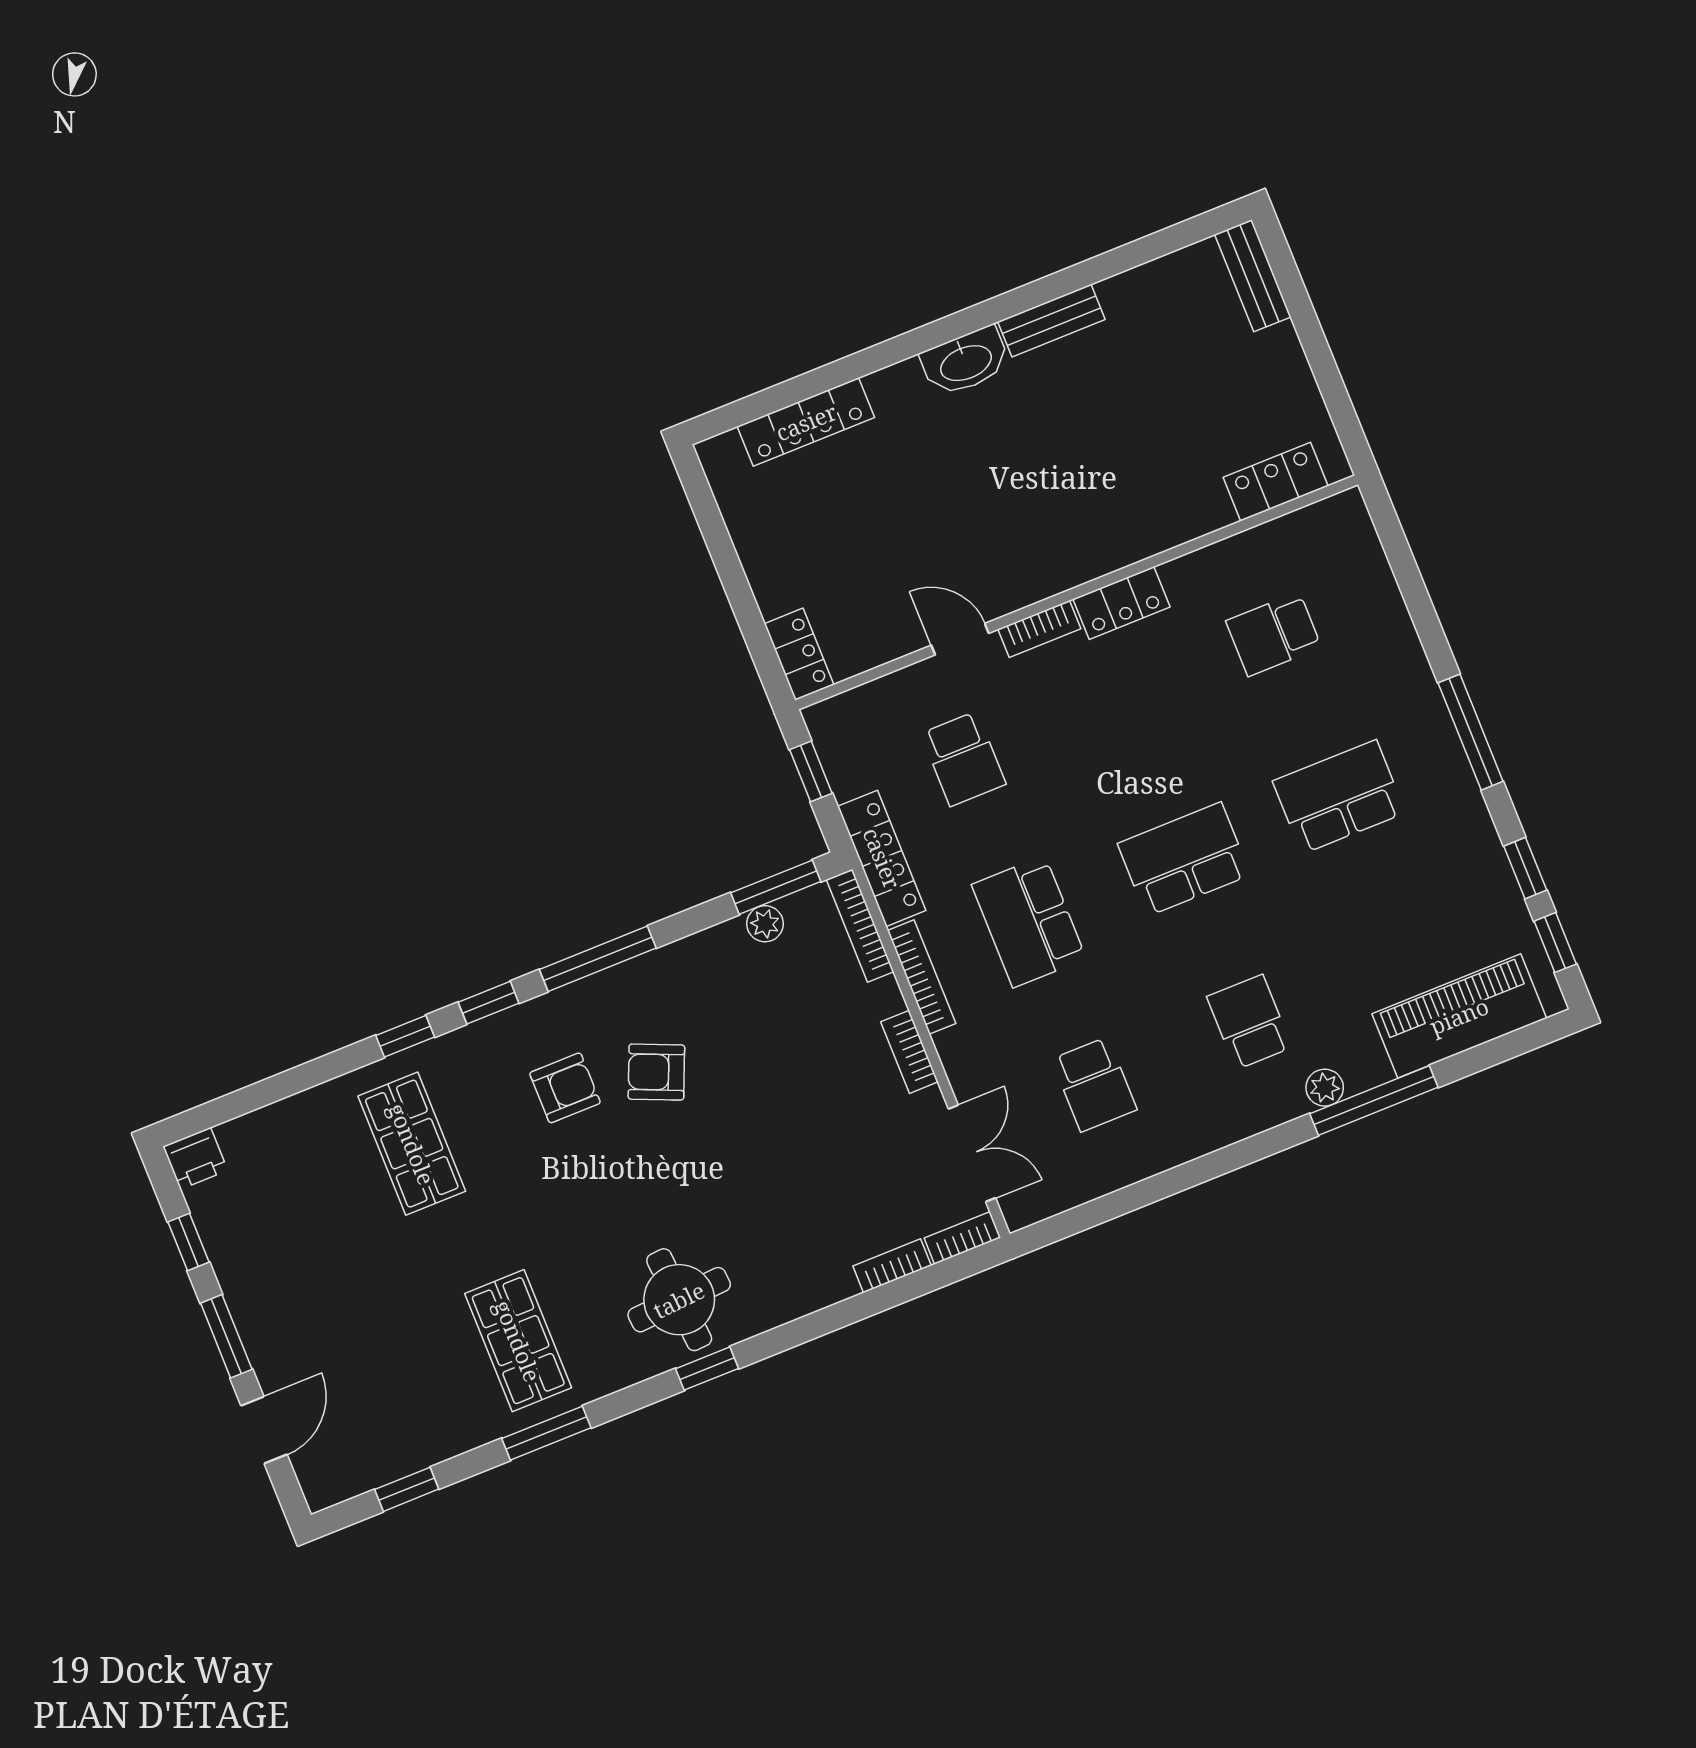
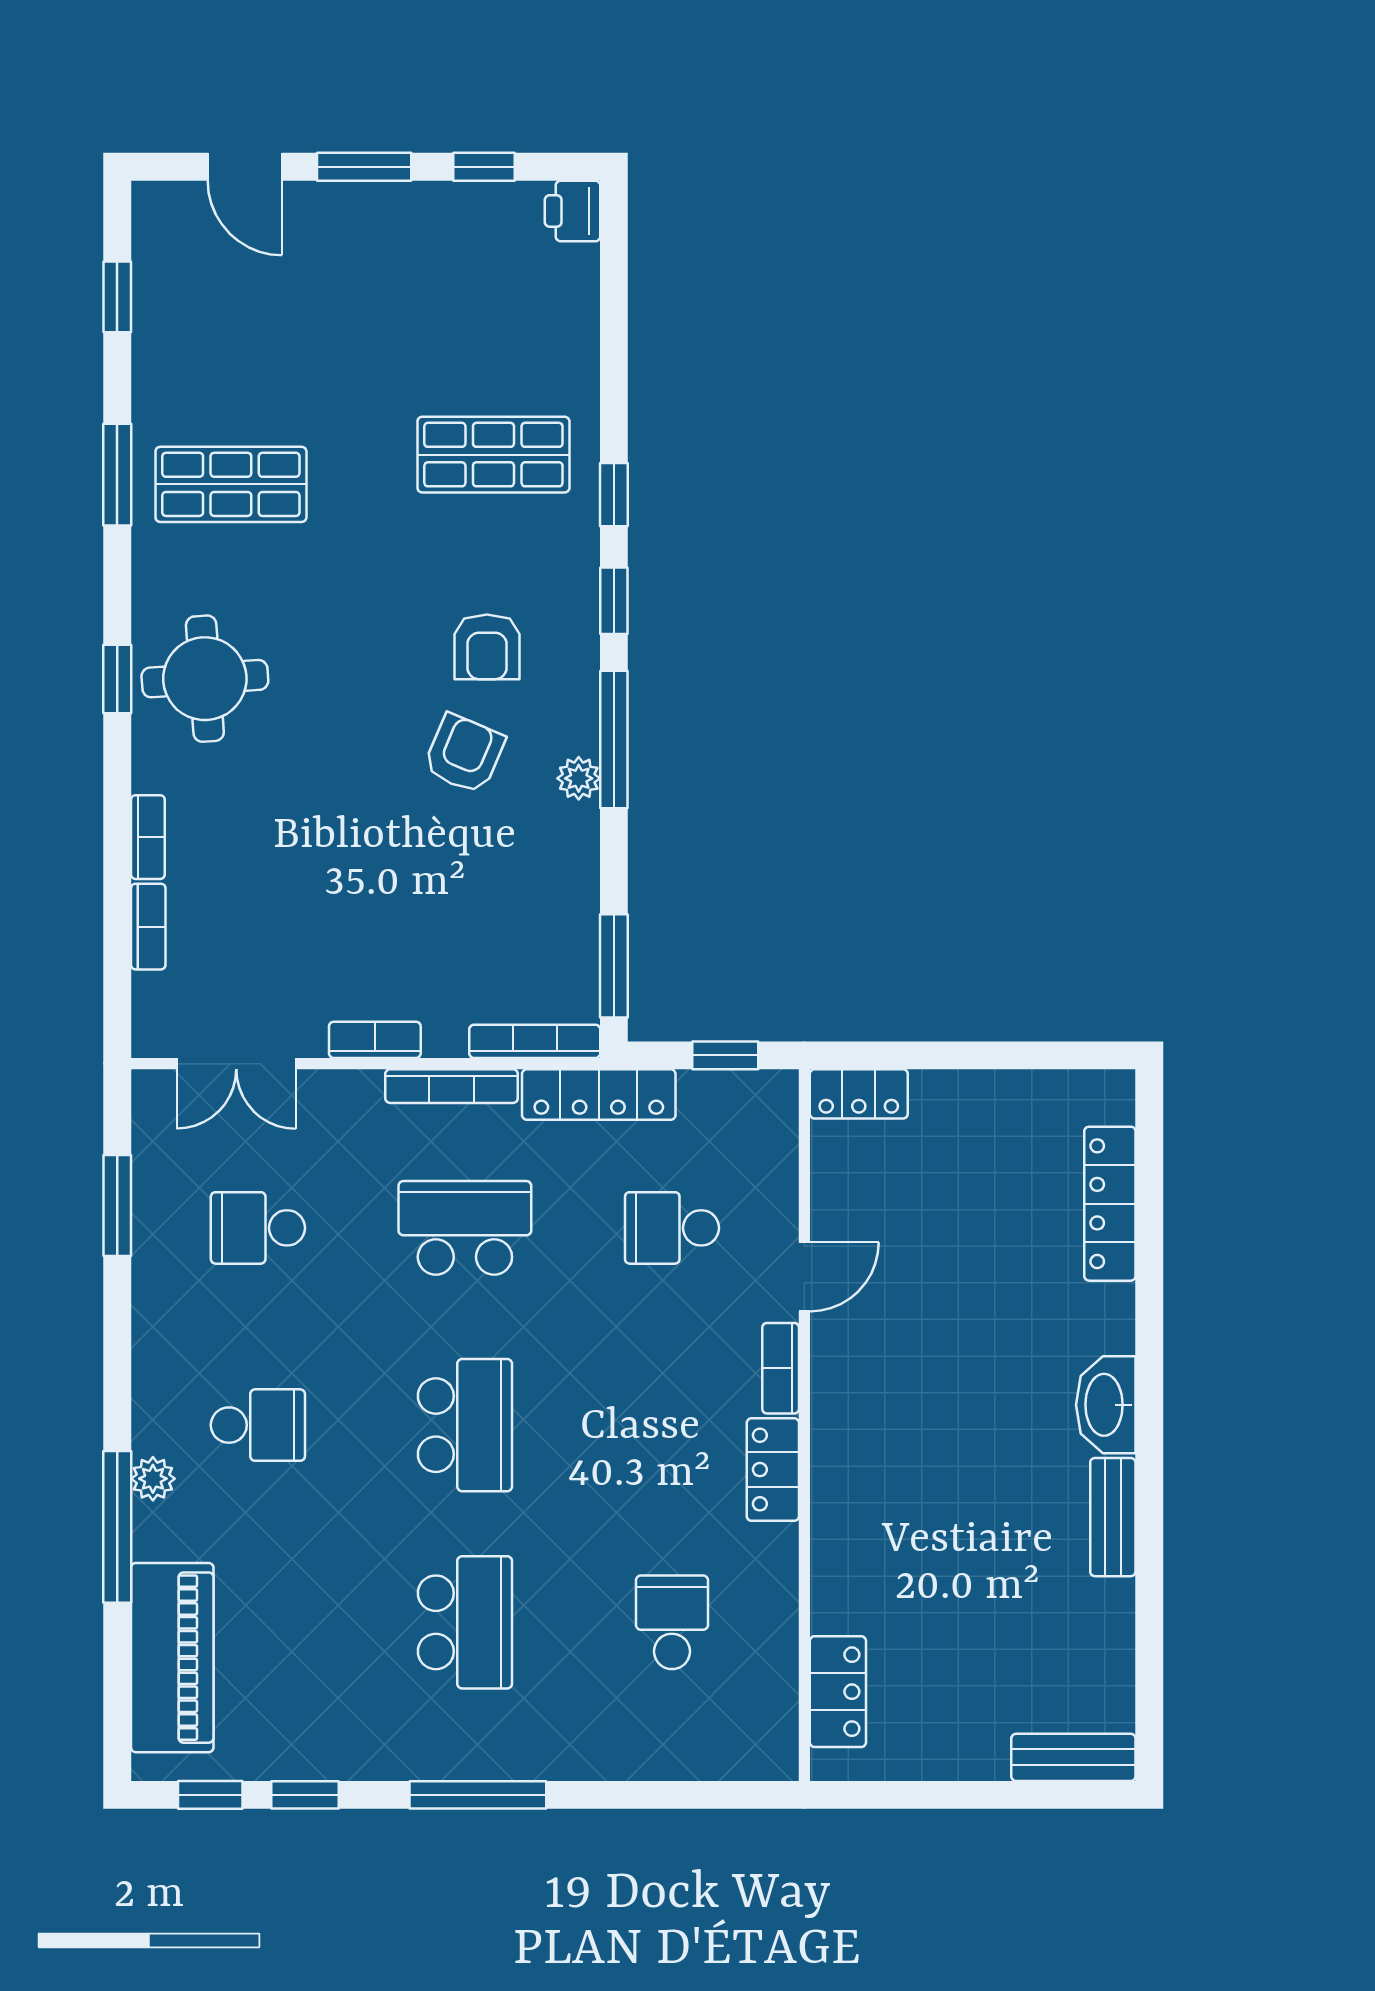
plant: (765, 924) -> (579, 778), moved
window: (1121, 1202) -> (117, 1205), added
bookcase: (962, 1238) -> (148, 837), moved

